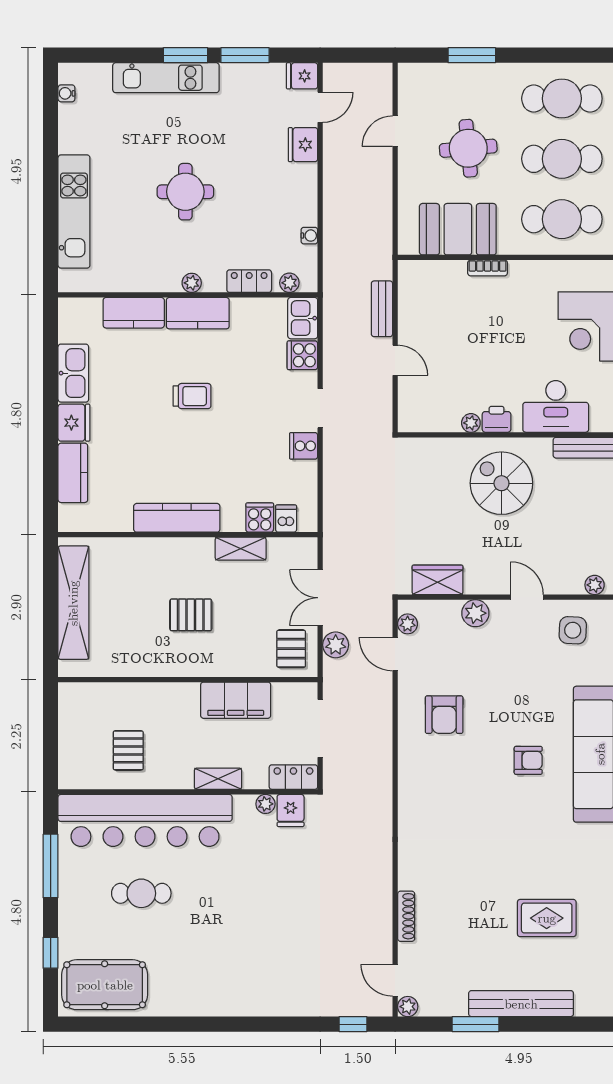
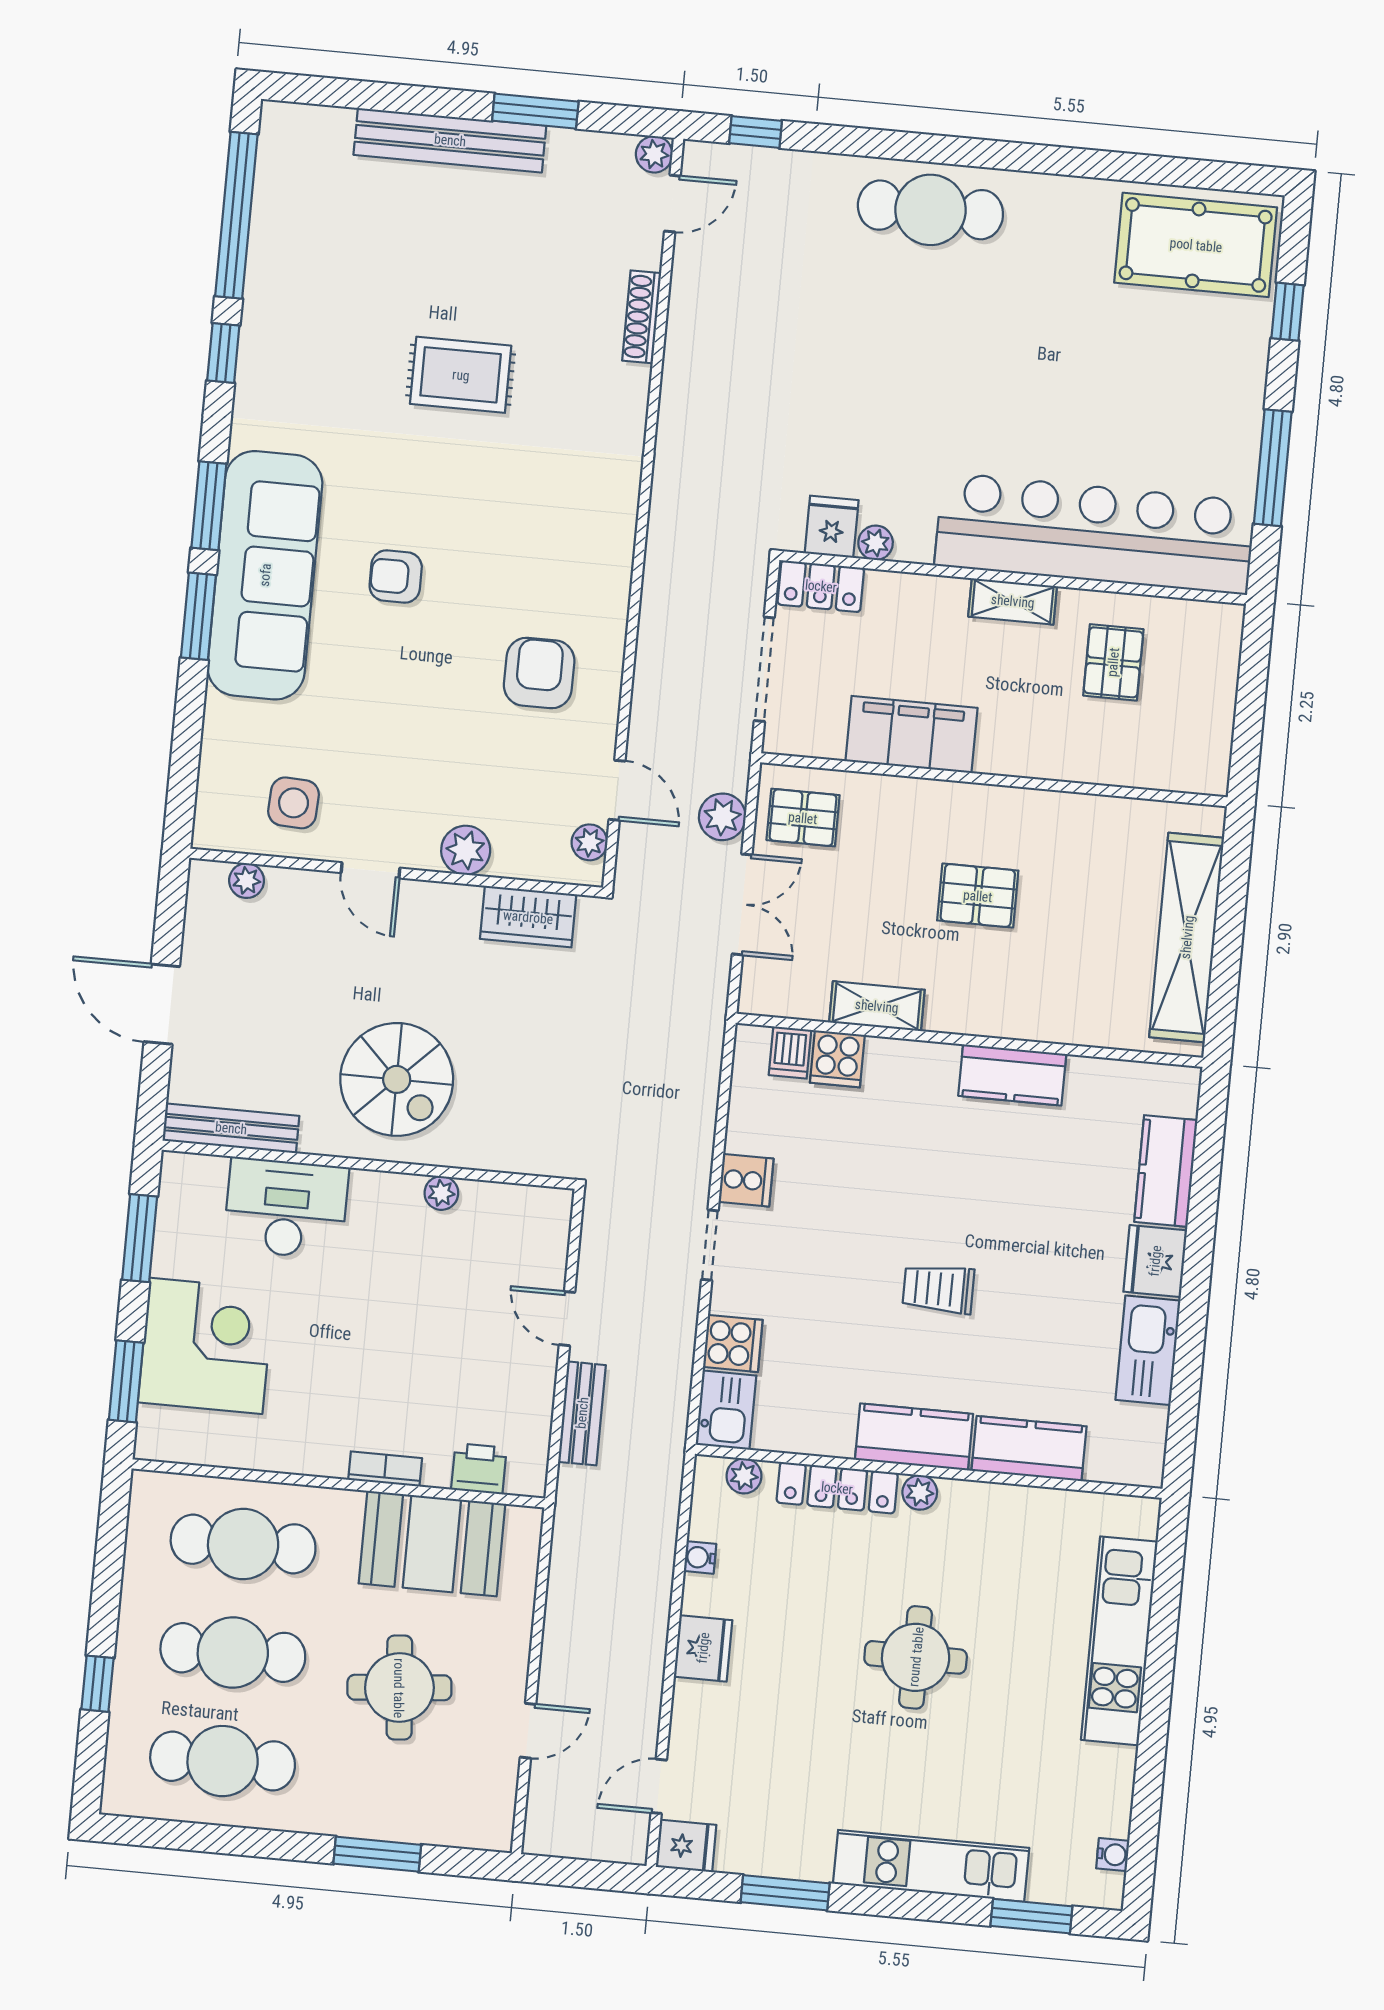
window: (186, 55) -> (1031, 1916), moved
fridge: (303, 145) -> (703, 1648), moved
locker: (249, 281) -> (837, 1488), width x1.53
printer: (497, 419) -> (479, 1469), moved, turned 180
kitchen counter: (177, 518) -> (1012, 1075), width x0.67
pallet: (291, 649) -> (803, 818), turned 90
shelving: (218, 779) -> (1013, 601), moved
cafe table: (141, 893) -> (930, 210), moved, width x1.37, depth x1.35
rug: (547, 918) -> (461, 375), moved
door: (395, 980) -> (672, 204), hinge flipped

